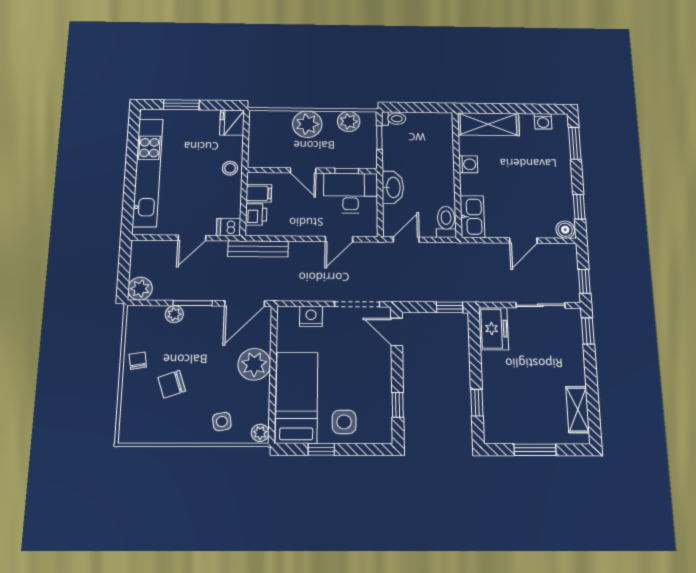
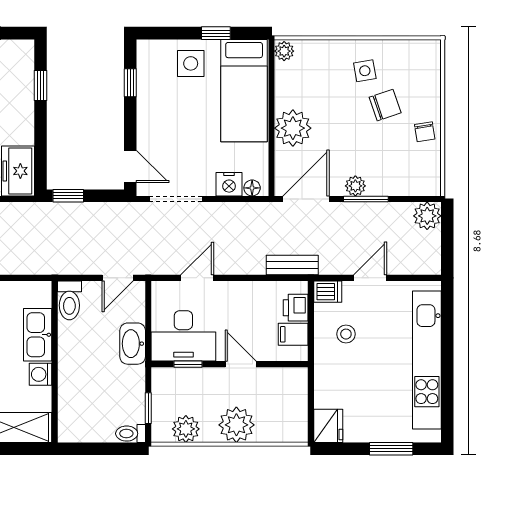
stool: (230, 168) -> (346, 334), moved
kitchen sink: (472, 217) -> (38, 335), moved
bench: (258, 249) -> (292, 265), width x0.73
floor lamp: (291, 313) -> (252, 188), added
plant: (174, 314) -> (355, 186), moved
side table: (222, 422) -> (365, 71), moved

